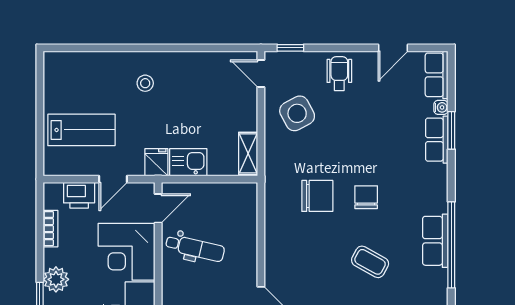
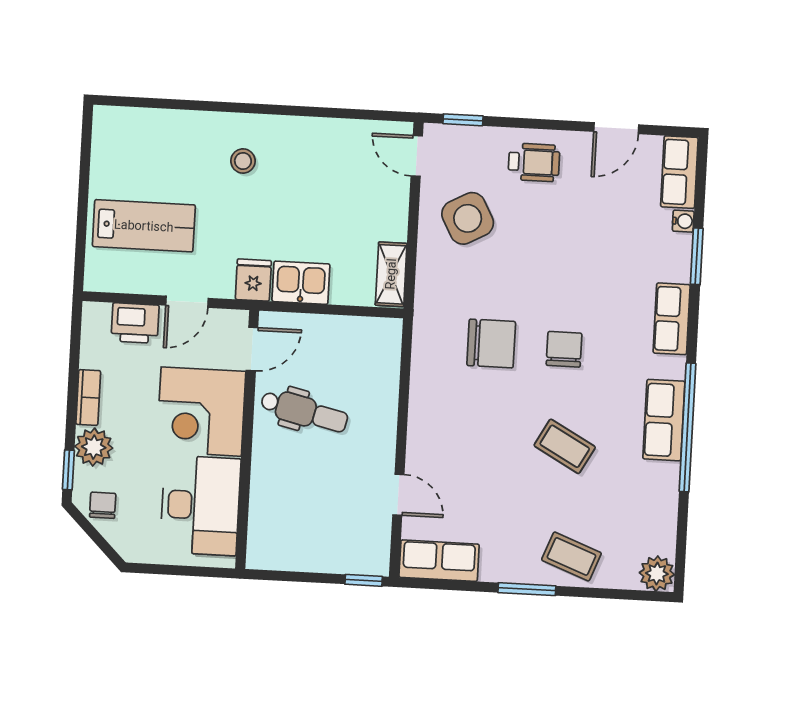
wheelchair: (339, 74) -> (534, 162), turned 90
row of seats: (437, 140) -> (672, 319), moved
bookcase: (51, 229) -> (88, 397), moved

